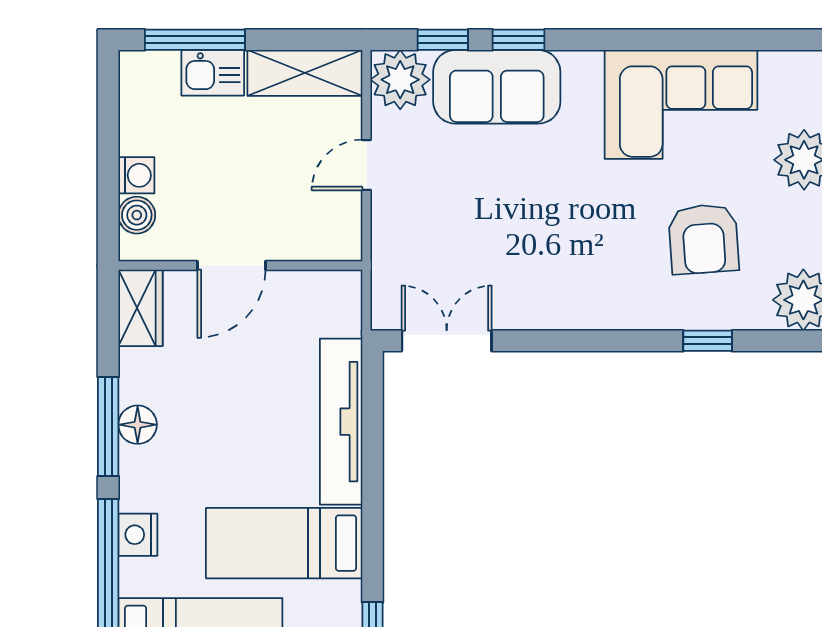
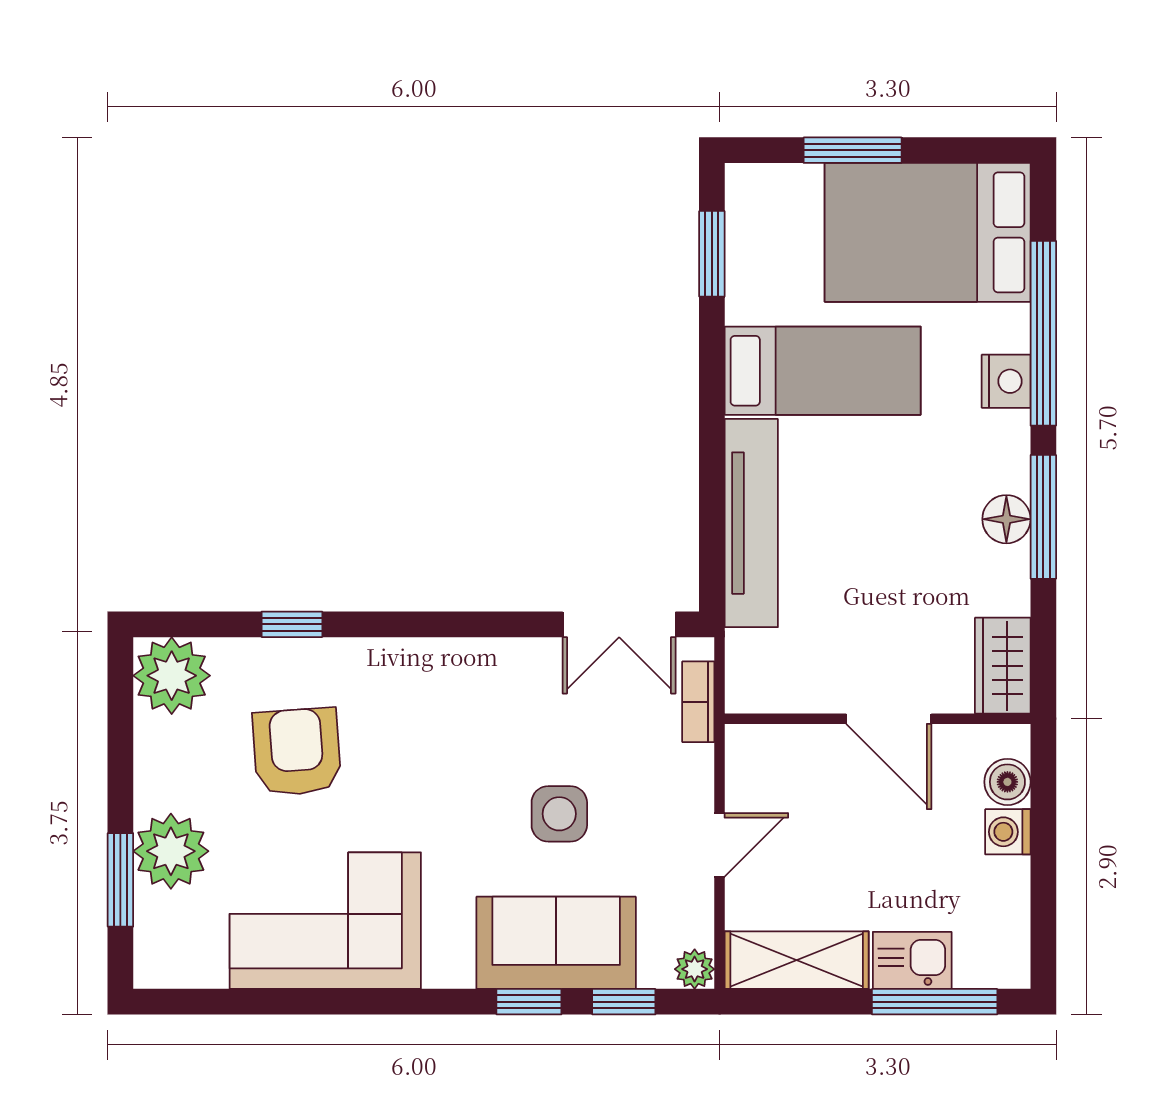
plant: (400, 80) -> (695, 969), width x0.53, depth x0.53
side table: (494, 190) -> (559, 814), added
door: (231, 266) -> (889, 719), swing flipped
bookcase: (383, 279) -> (698, 702), added

